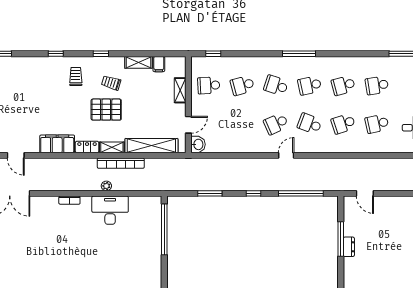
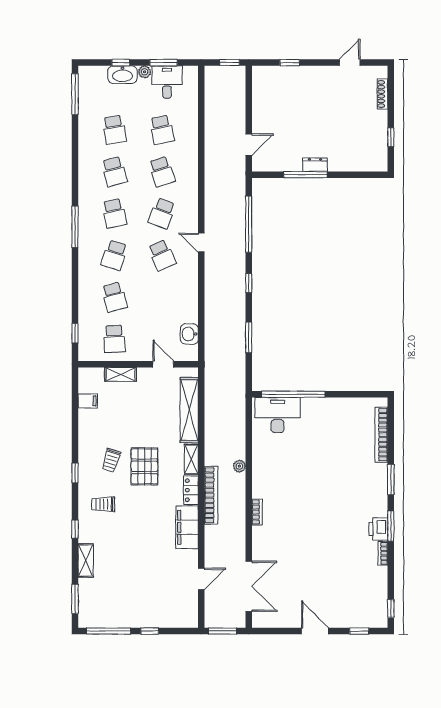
shelving: (138, 62) -> (86, 560), moved
washbasin: (198, 144) -> (189, 334), moved, turned -90
bookcase: (121, 163) -> (211, 495), moved
desk: (110, 210) -> (278, 415), moved, turned 90

